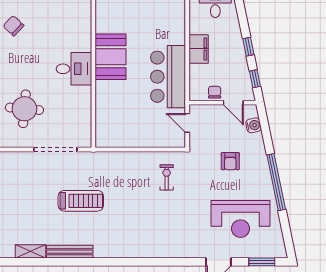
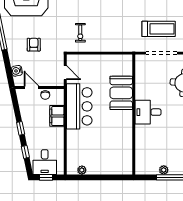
filing cabinet: (199, 49) -> (57, 116), moved
booth: (111, 57) -> (121, 93), moved
window: (255, 79) -> (25, 152), moved
treadmill: (81, 201) -> (159, 29), moved, turned 180

